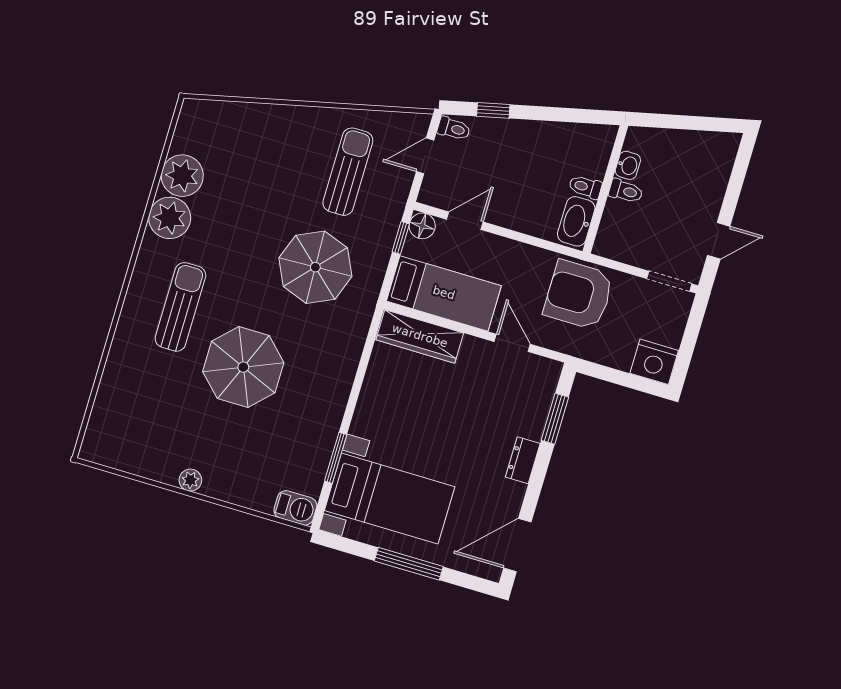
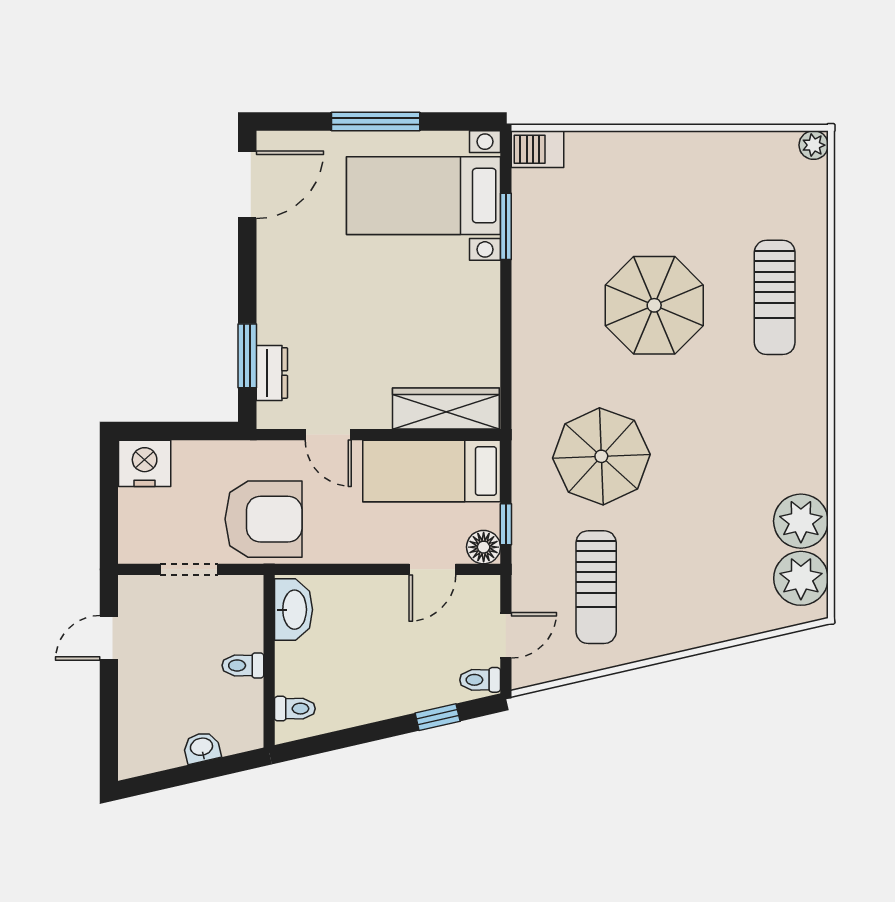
washbasin: (628, 165) -> (202, 748), moved, turned 77
toilet: (585, 187) -> (295, 709), moved
plant: (170, 218) -> (801, 578), moved
doorway: (669, 281) -> (189, 569), moved
sun lounger: (180, 307) -> (775, 297), moved
dresser: (523, 460) -> (272, 373), moved
plant: (190, 480) -> (814, 145), moved

